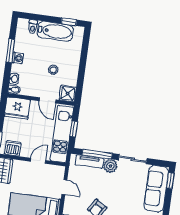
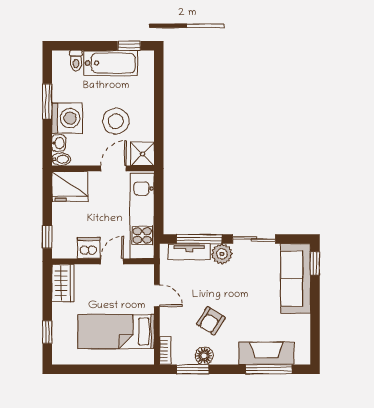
washing machine: (18, 58) -> (67, 118), width x1.89, depth x1.89
stool: (53, 70) -> (116, 121), width x1.89, depth x1.89
door: (48, 100) -> (114, 168), swing flipped
window: (74, 129) -> (159, 206), removed
dishwasher: (13, 148) -> (89, 248), moved

